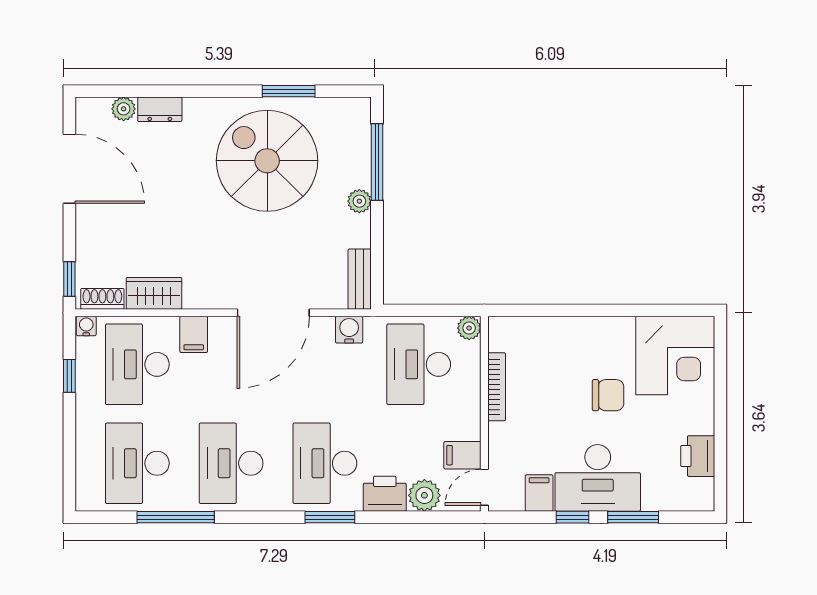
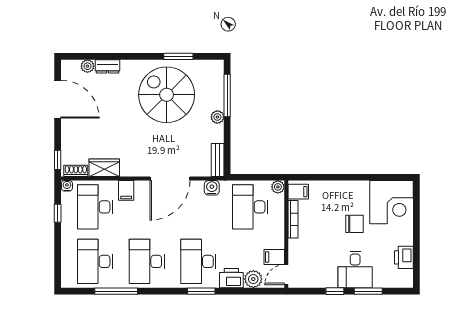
desk: (598, 478) -> (355, 269), width x0.73
filing cabinet: (539, 493) -> (298, 192), moved, turned 90

